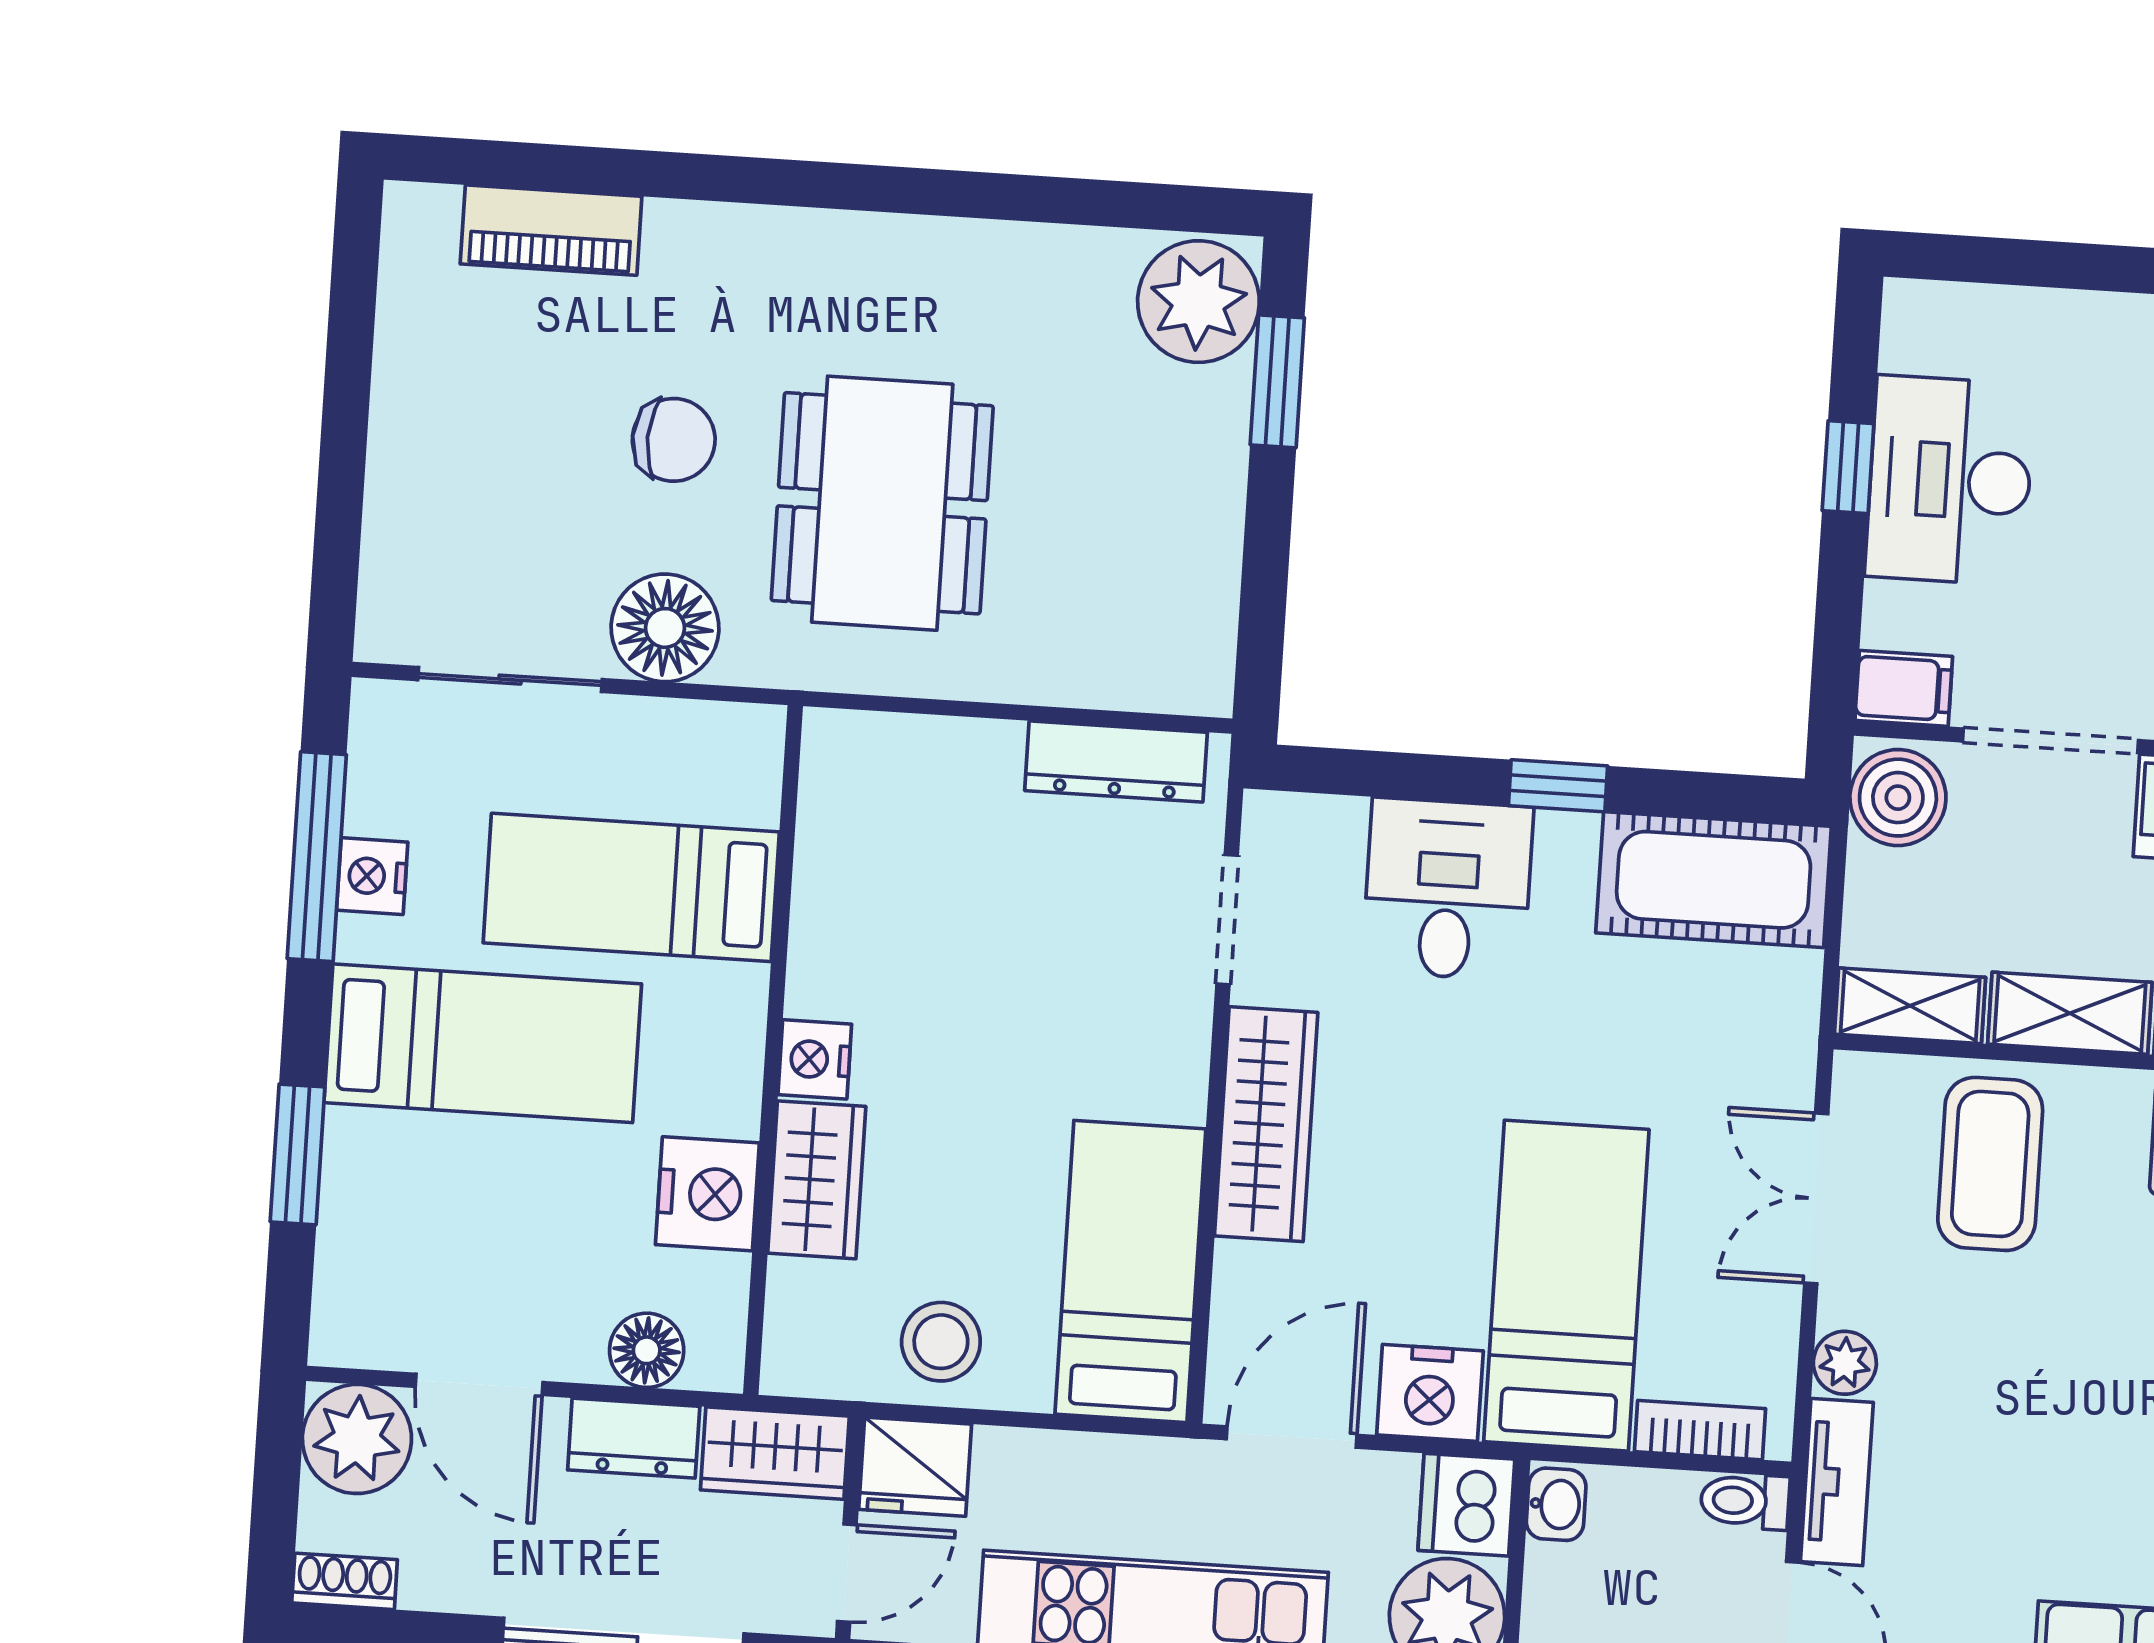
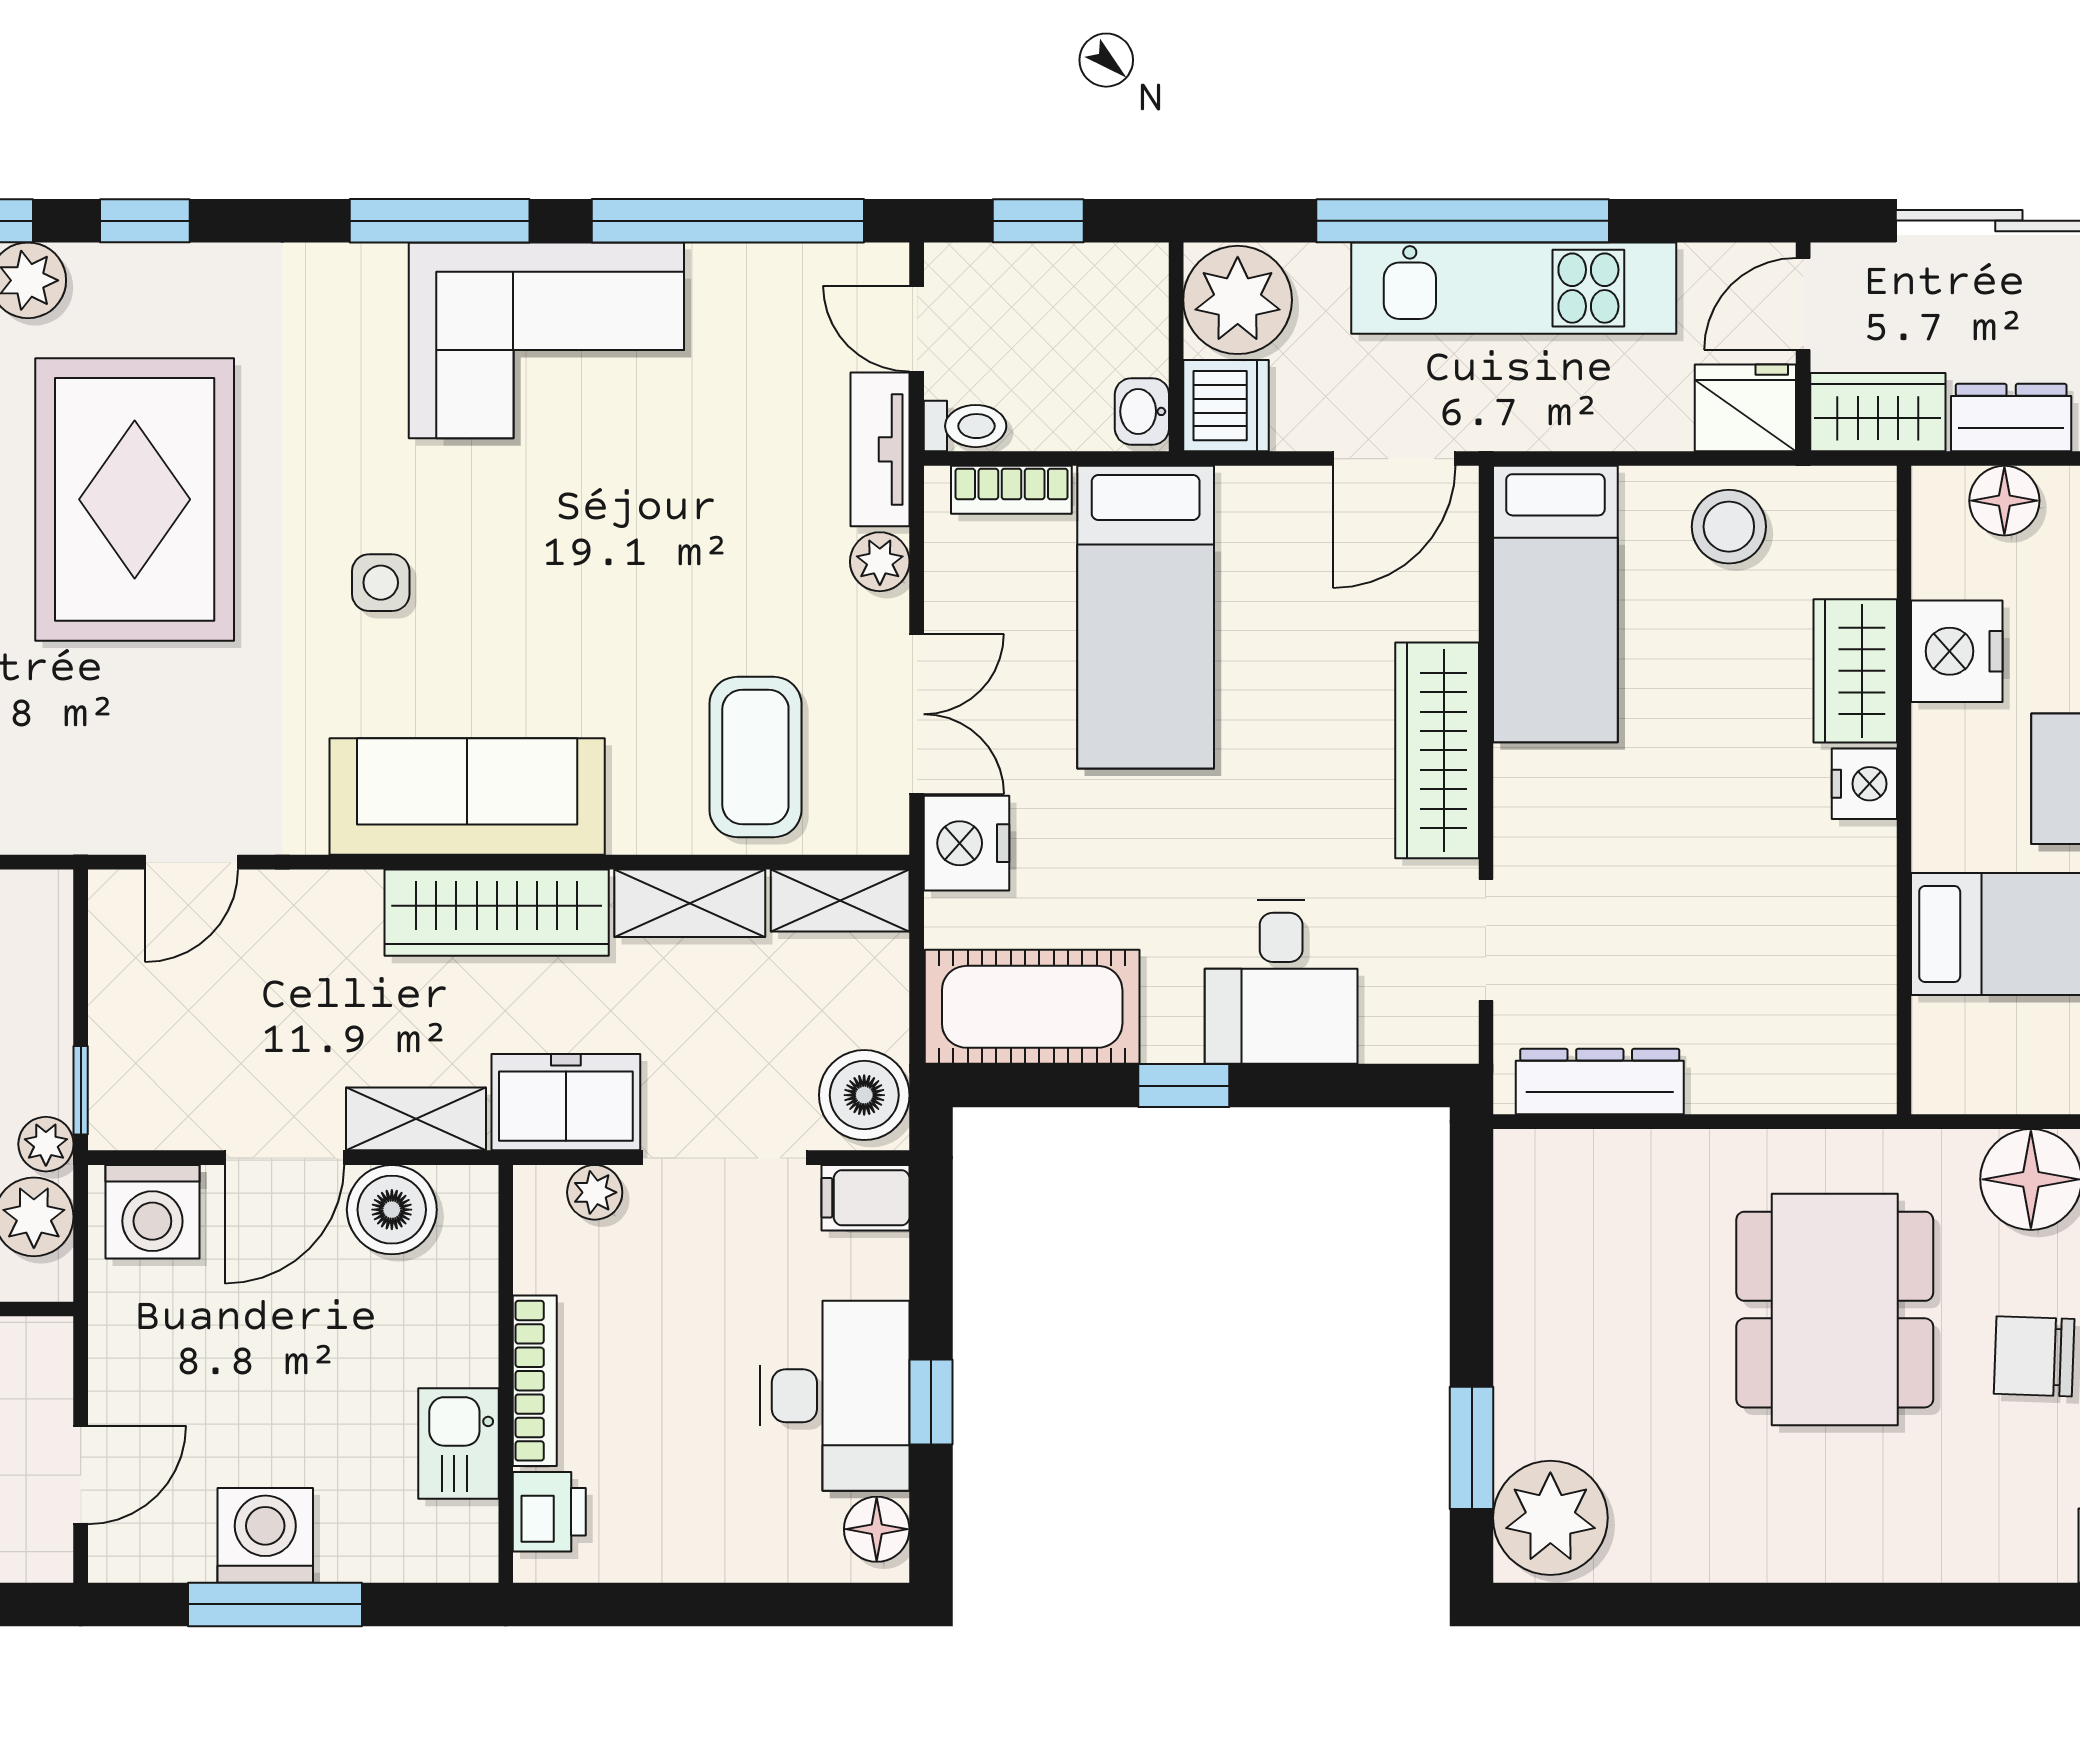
floor lamp: (1914, 336) -> (877, 1529), added
nightstand: (1430, 1393) -> (966, 843), moved, turned -90

